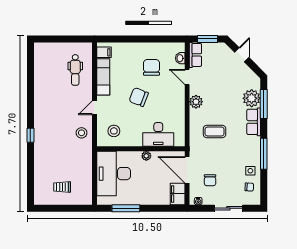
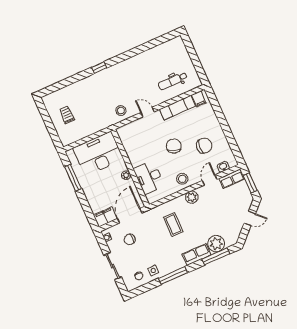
stool: (114, 131) -> (182, 179), moved

